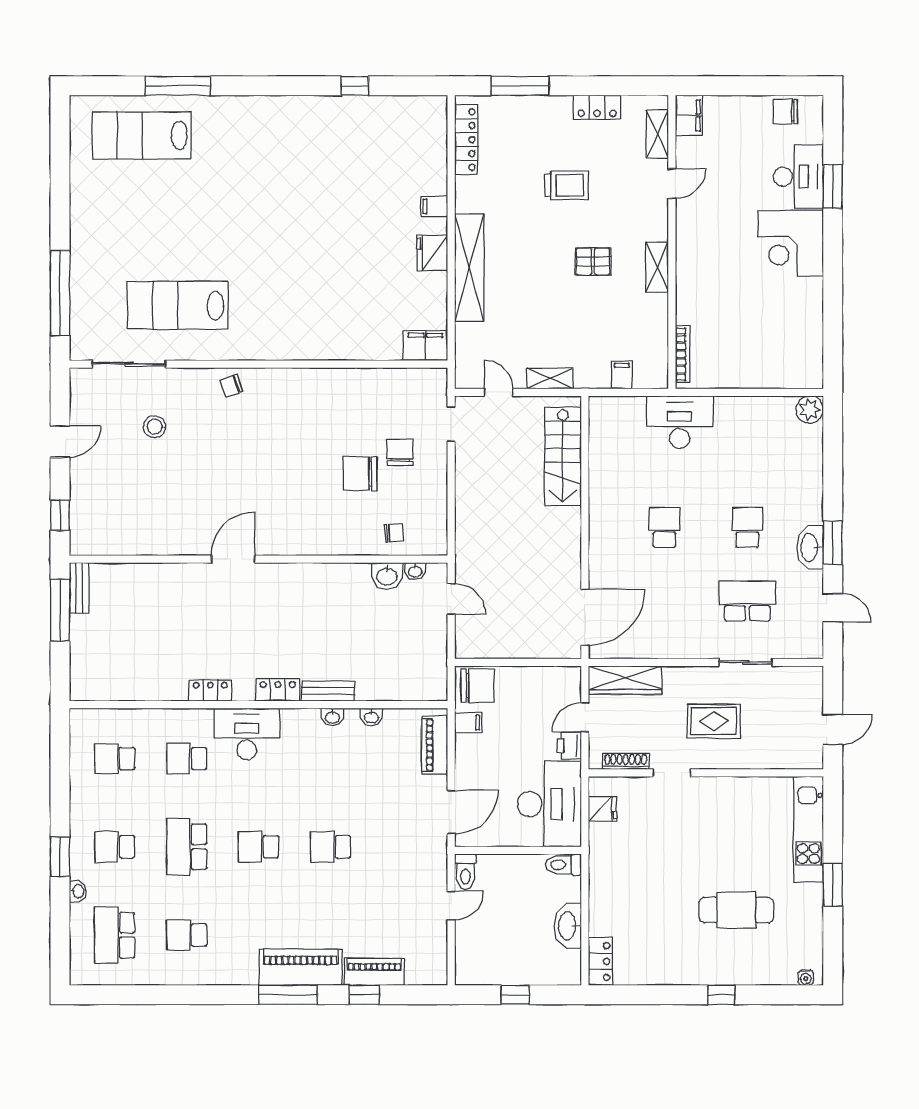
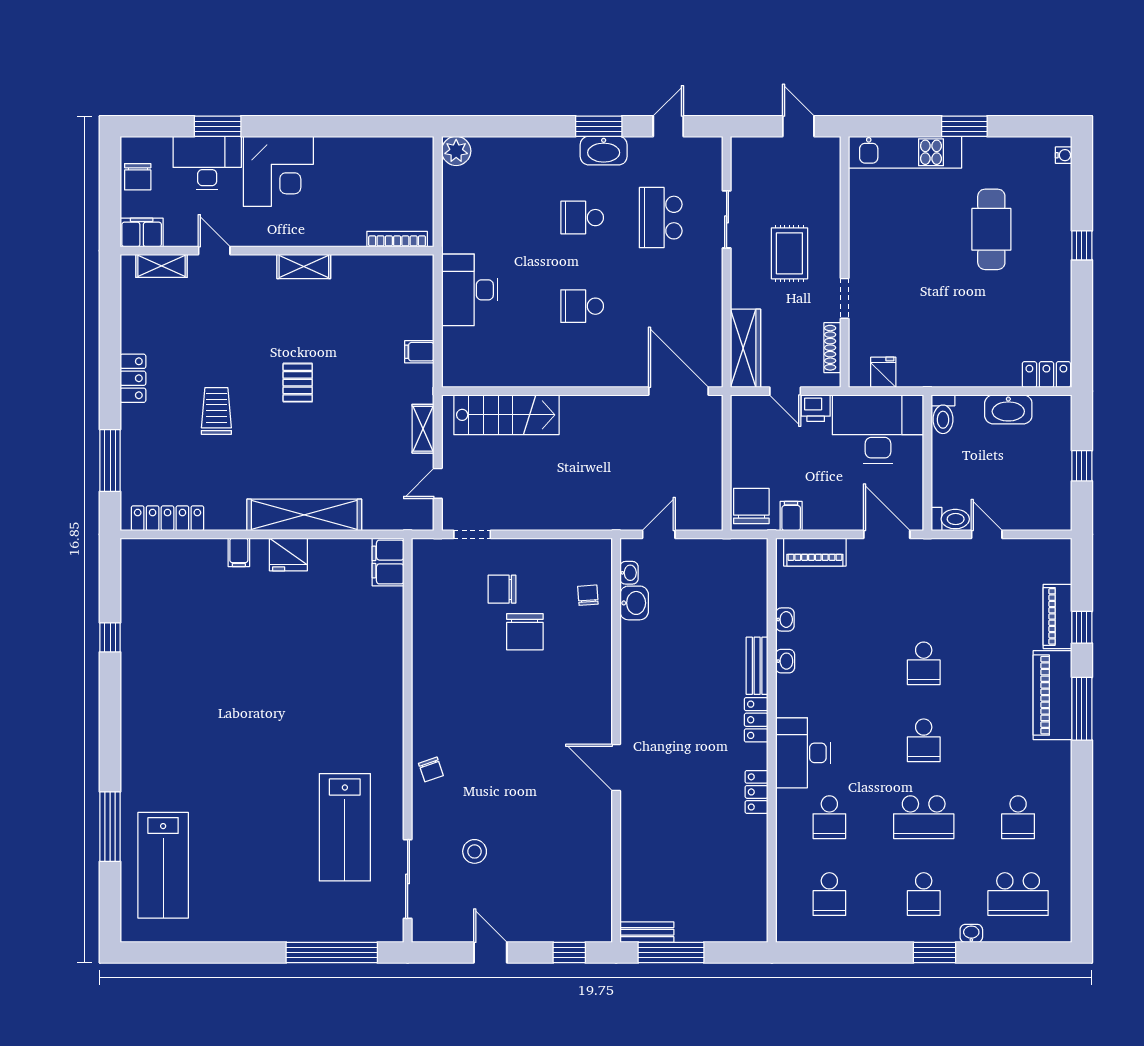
filing cabinet: (689, 115) -> (142, 232), moved
shelving: (658, 134) -> (161, 266), moved
door: (672, 183) -> (214, 251), moved
wall: (672, 242) -> (277, 251), moved
shelving: (657, 267) -> (304, 266), moved
bookcase: (683, 354) -> (397, 239), moved

